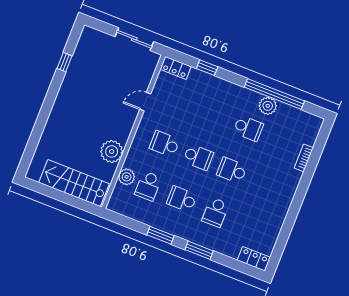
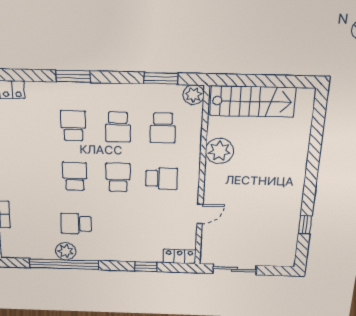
school desk: (198, 157) -> (118, 177), turned 90
school desk: (232, 170) -> (75, 176), turned -90
plant: (127, 177) -> (193, 95), moved
school desk: (148, 186) -> (163, 128), turned 180
school desk: (182, 199) -> (118, 127), turned 90
window: (160, 235) -> (161, 78), moved

